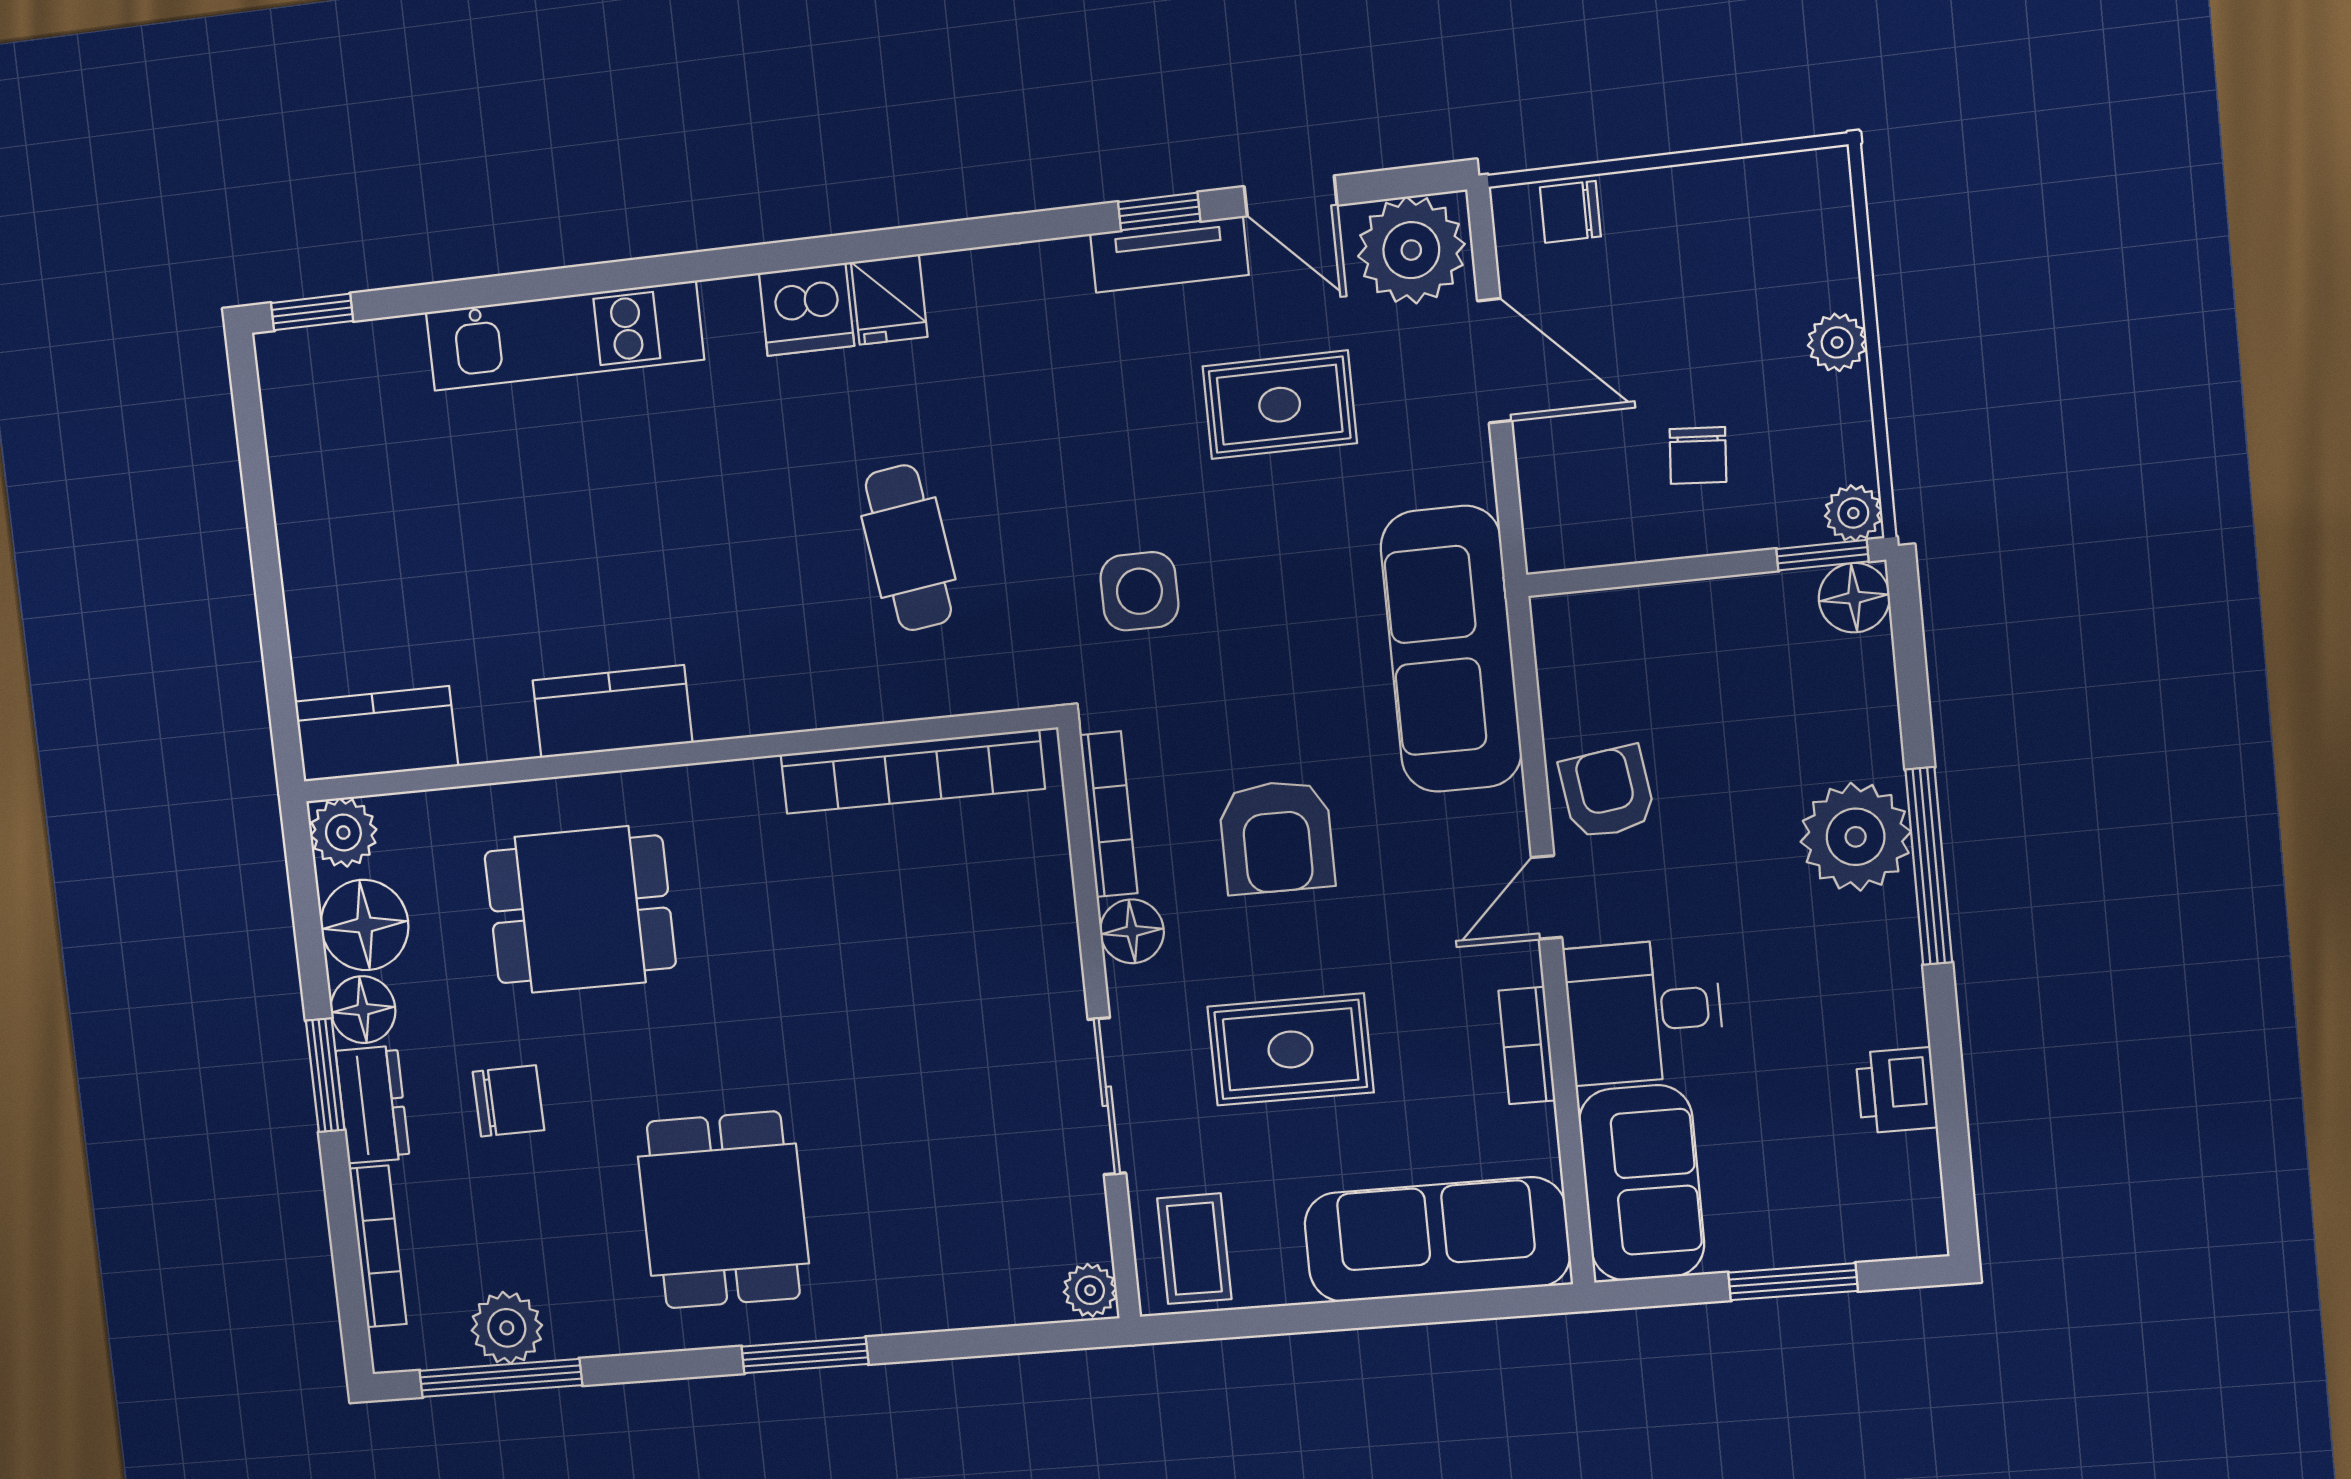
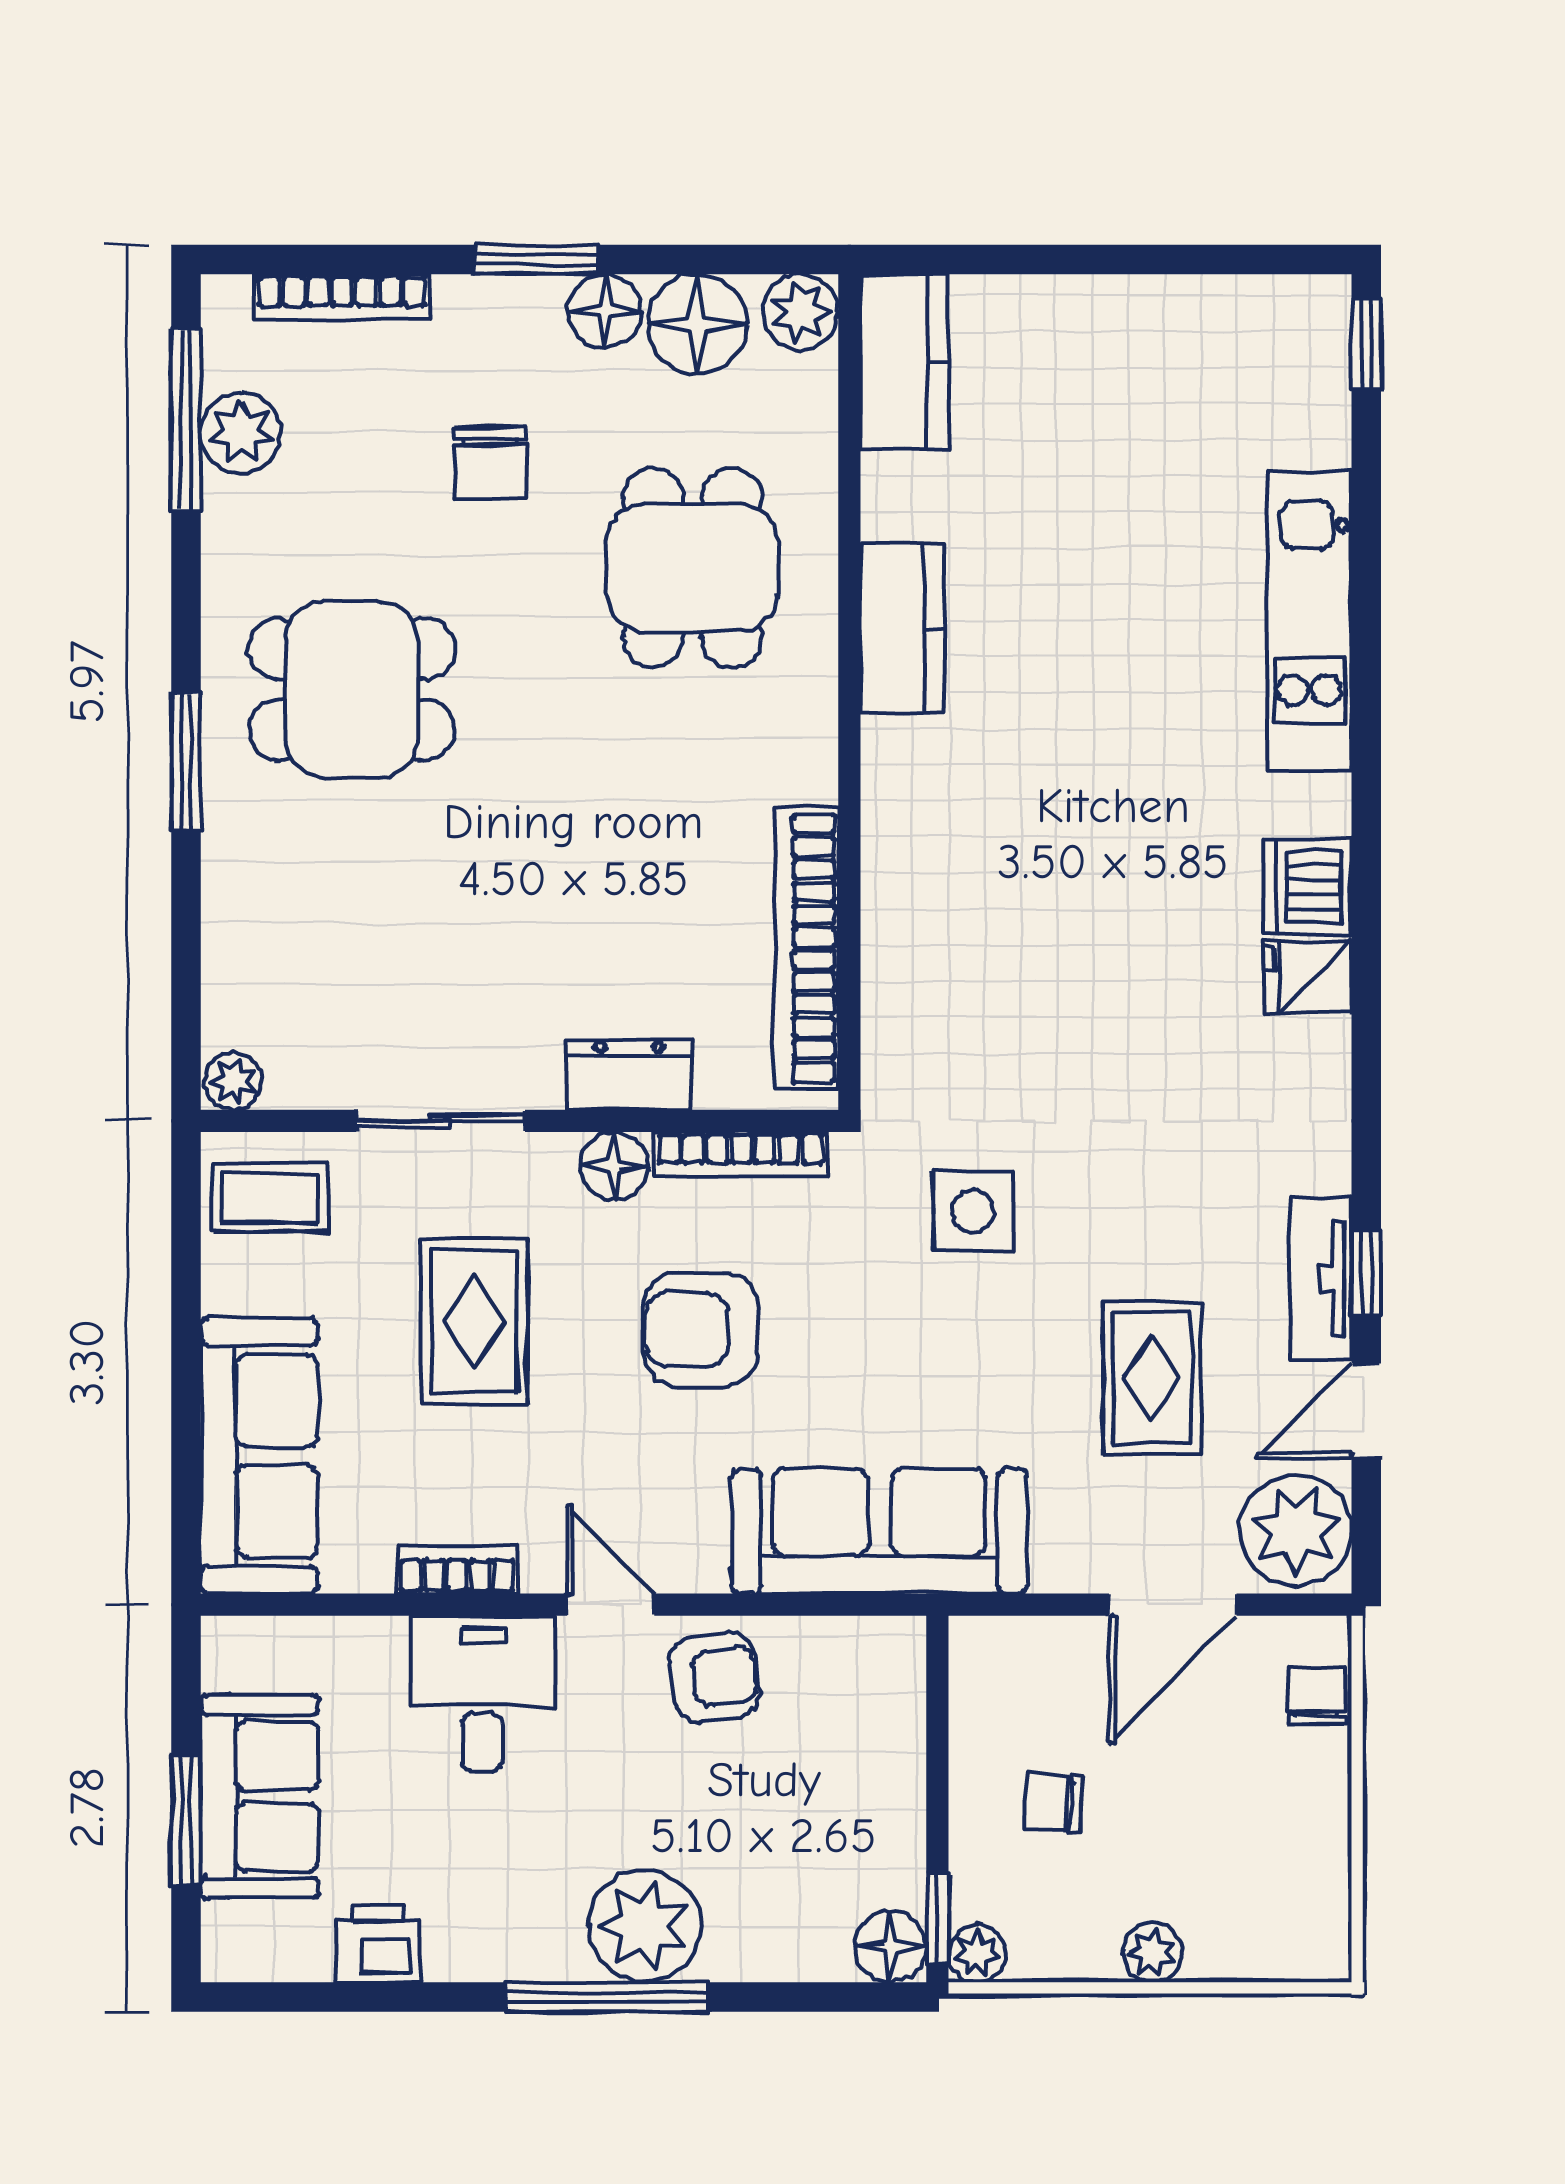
cafe table: (908, 548) -> (1044, 970), removed
dresser: (373, 1105) -> (629, 1075), moved, turned 180
sofa: (1642, 1183) -> (259, 1797), moved, turned -90

